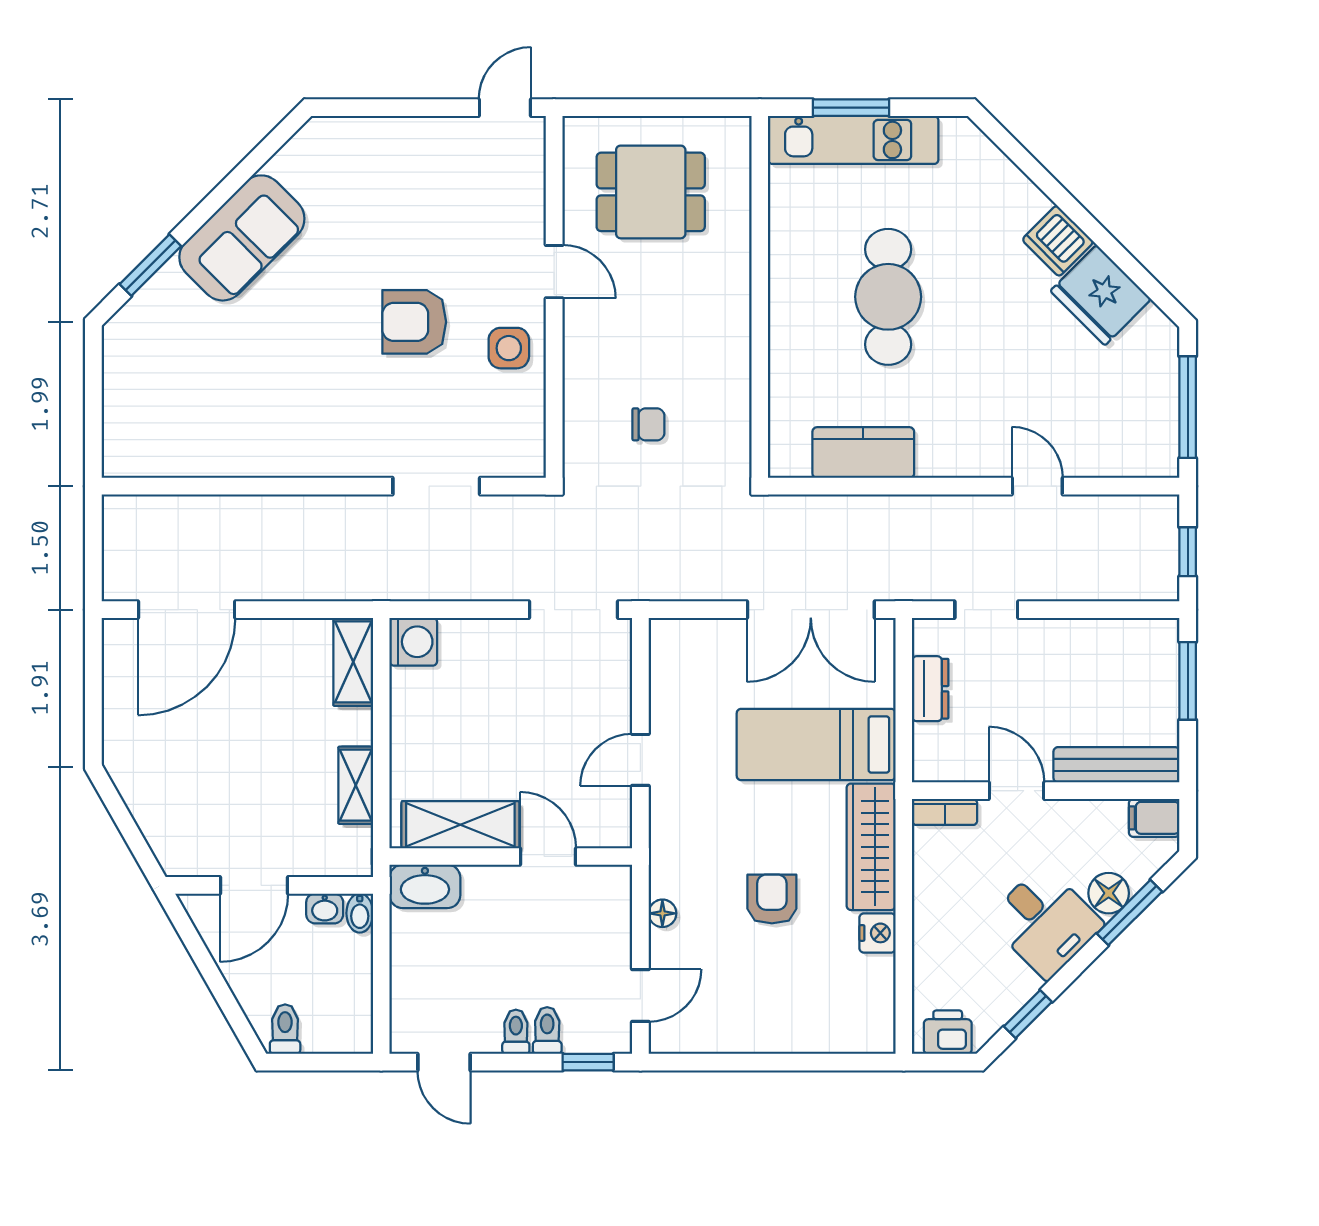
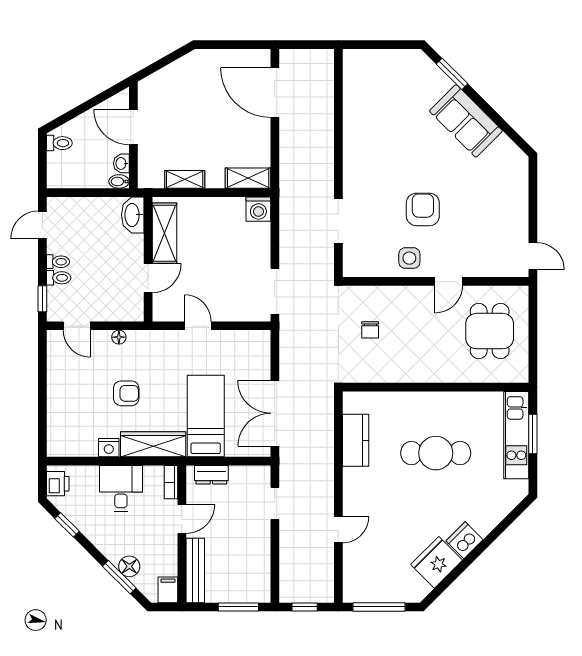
dresser: (930, 689) -> (211, 475), moved
desk: (1045, 922) -> (121, 488), moved, turned 135

